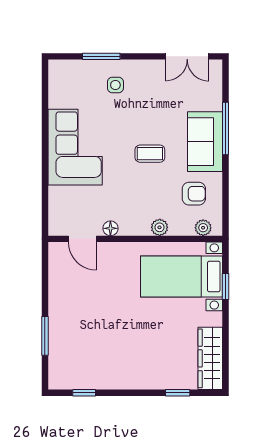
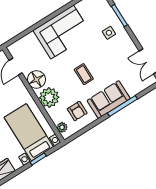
plant: (160, 227) -> (49, 98), width x1.88, depth x1.88
floor lamp: (110, 228) -> (36, 79), width x1.89, depth x1.89

